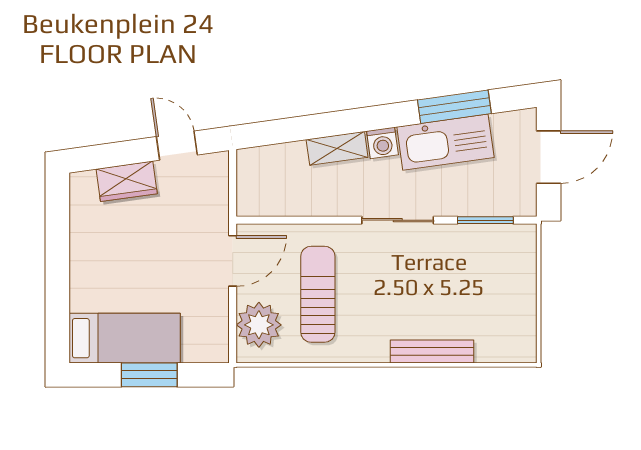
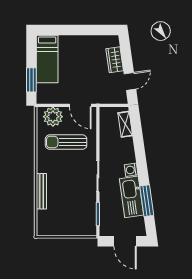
shelving: (337, 148) -> (125, 124), moved
sun lounger: (318, 294) -> (66, 142), turned 180
window: (149, 375) -> (31, 80), moved

